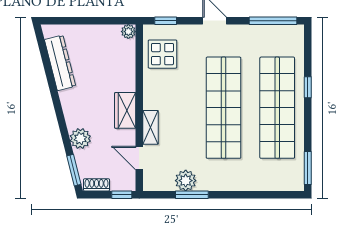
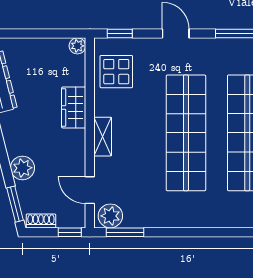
wardrobe: (125, 110) -> (74, 107), moved
shelving: (151, 127) -> (103, 137), moved
plant: (186, 181) -> (110, 216), moved
window: (192, 195) -> (125, 232), moved

